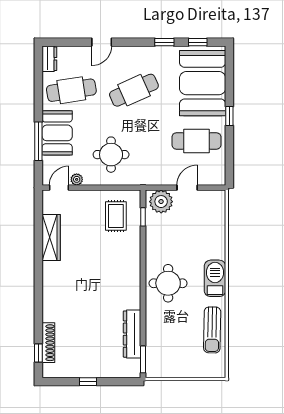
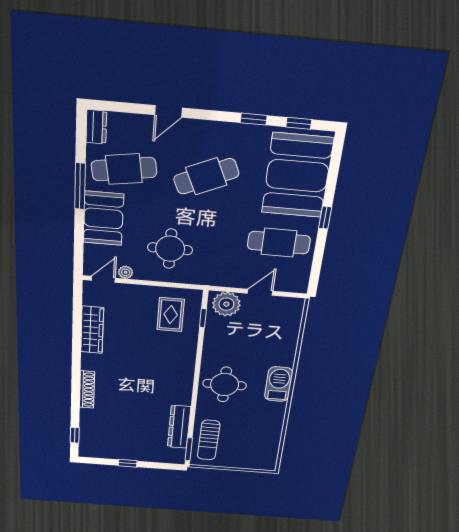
window: (38, 141) -> (80, 186), moved
sun lounger: (212, 330) -> (209, 440), moved
shoe rack: (48, 343) -> (87, 390), moved

